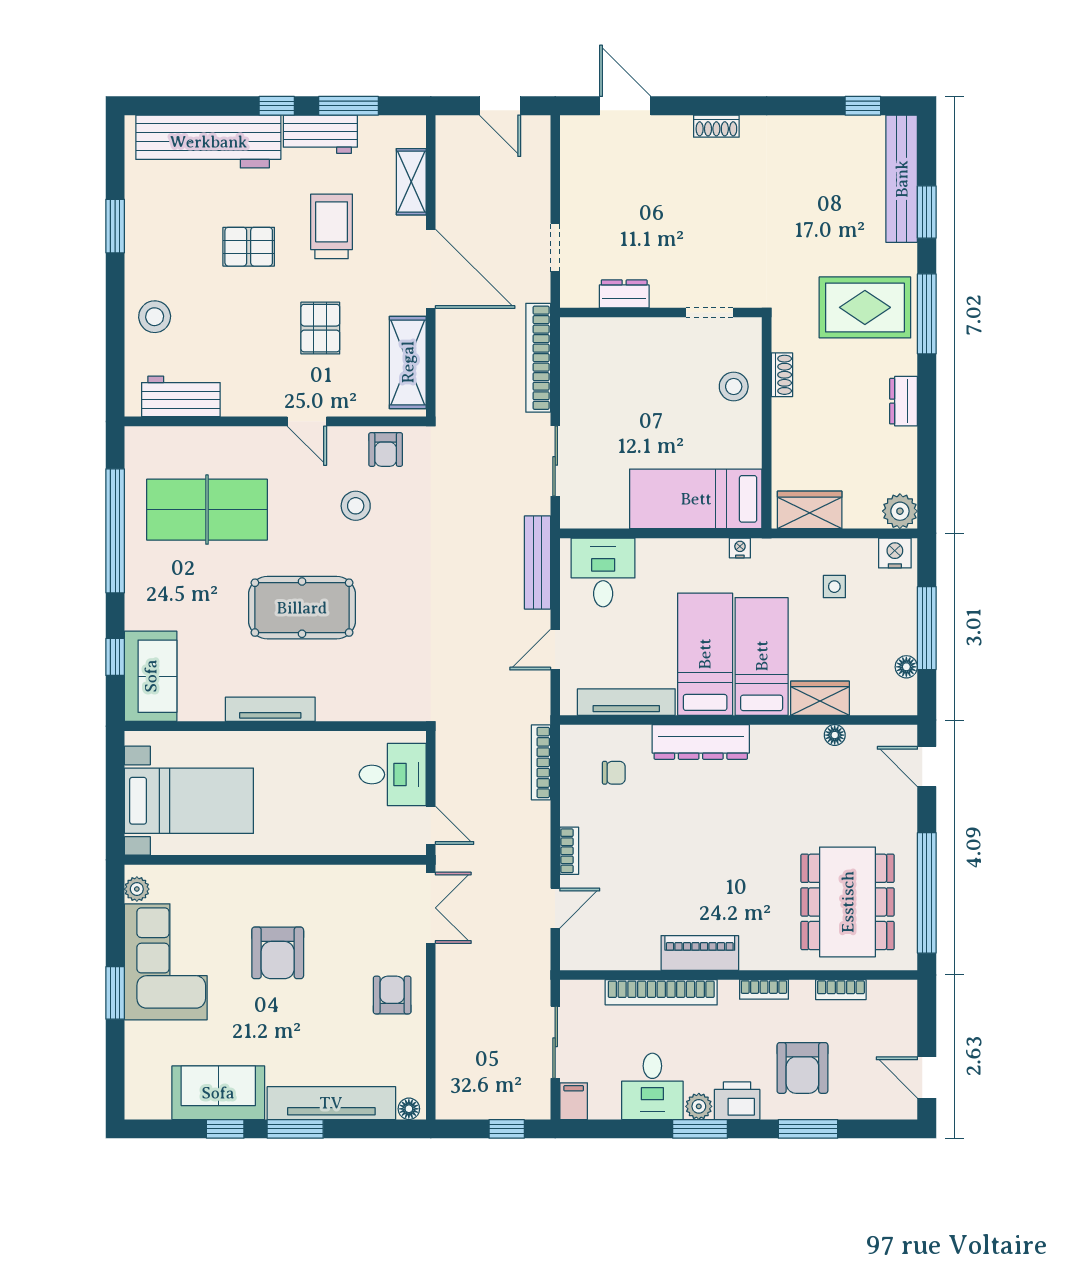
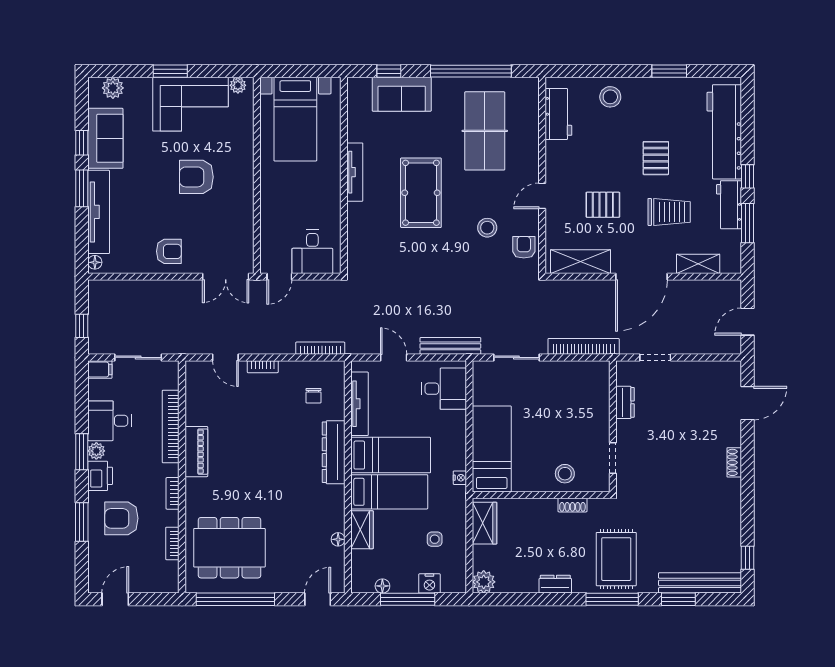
armchair: (386, 450) -> (524, 247), turned 90
nightstand: (895, 553) -> (429, 583), moved, turned 90
sofa: (151, 676) -> (402, 94), moved
plant: (141, 1081) -> (113, 88), added

